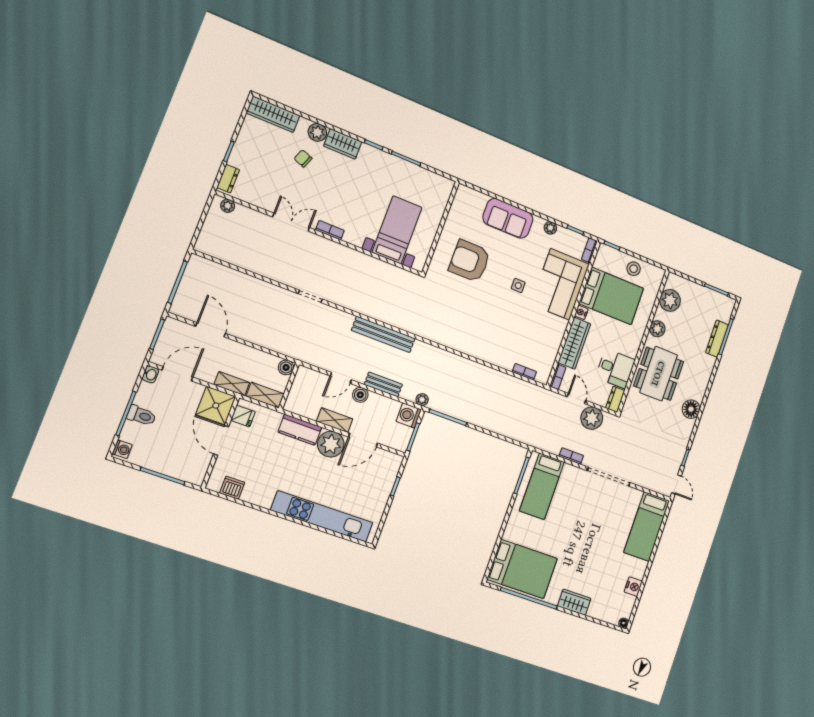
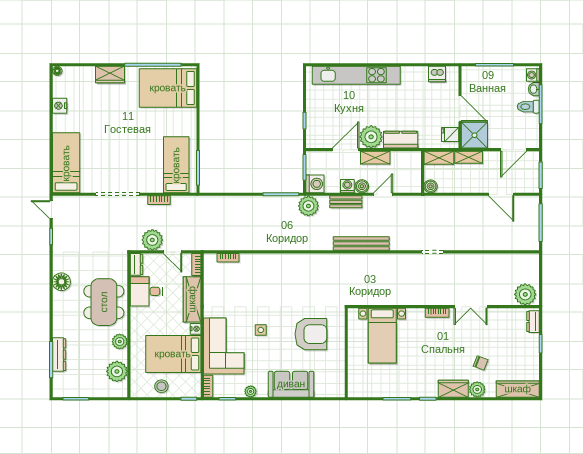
plant: (228, 206) -> (525, 294), width x1.88, depth x1.88
washbasin: (150, 374) -> (534, 89), moved
plant: (422, 400) -> (308, 206), width x1.88, depth x1.88
washing machine: (376, 401) -> (347, 186), added

